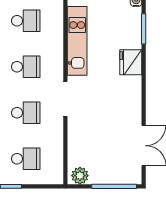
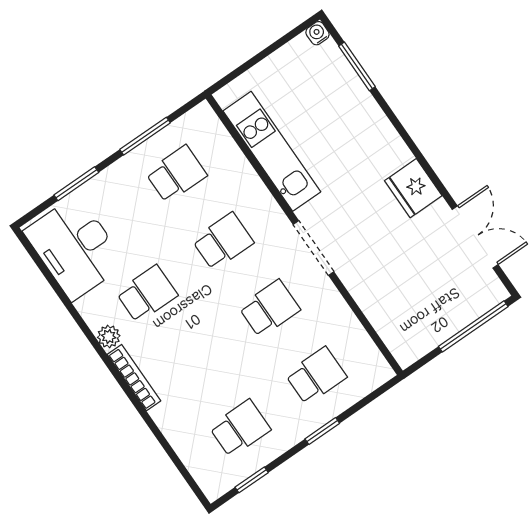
fridge: (131, 62) -> (413, 188), moved
plant: (80, 176) -> (412, 346), removed

